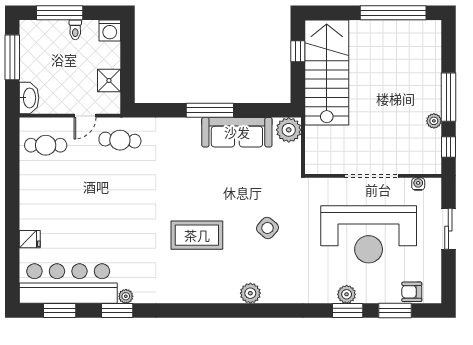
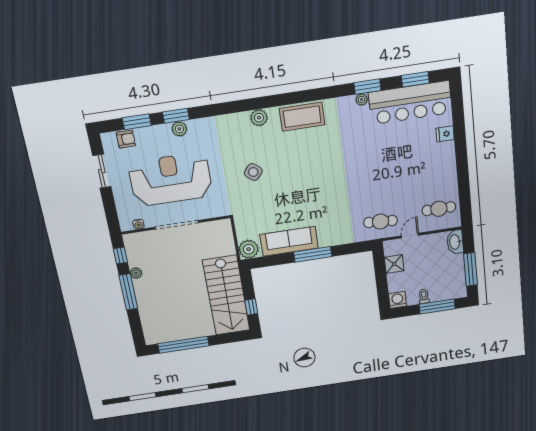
sliding door: (448, 229) -> (102, 171), moved
coffee table: (197, 235) -> (302, 117), moved

